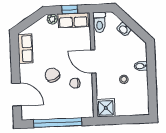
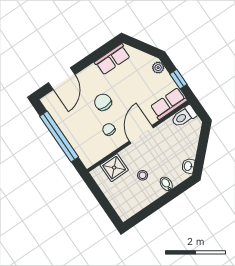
row of seats: (73, 20) -> (169, 104), moved, turned 90
washbasin: (124, 29) -> (188, 166), moved
chair: (52, 75) -> (103, 102), turned -65
shower: (106, 108) -> (114, 168), moved

